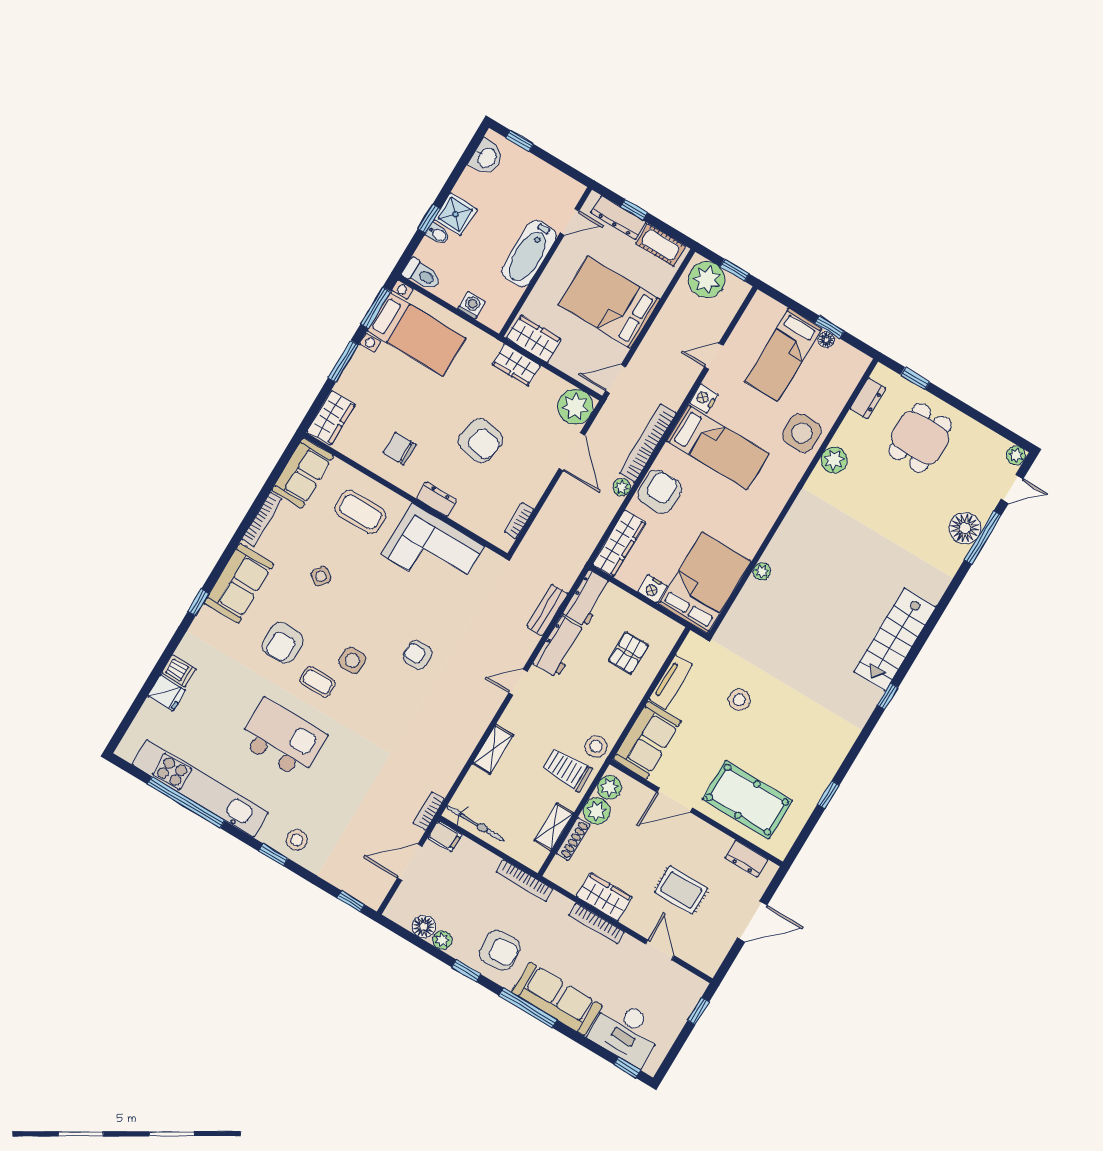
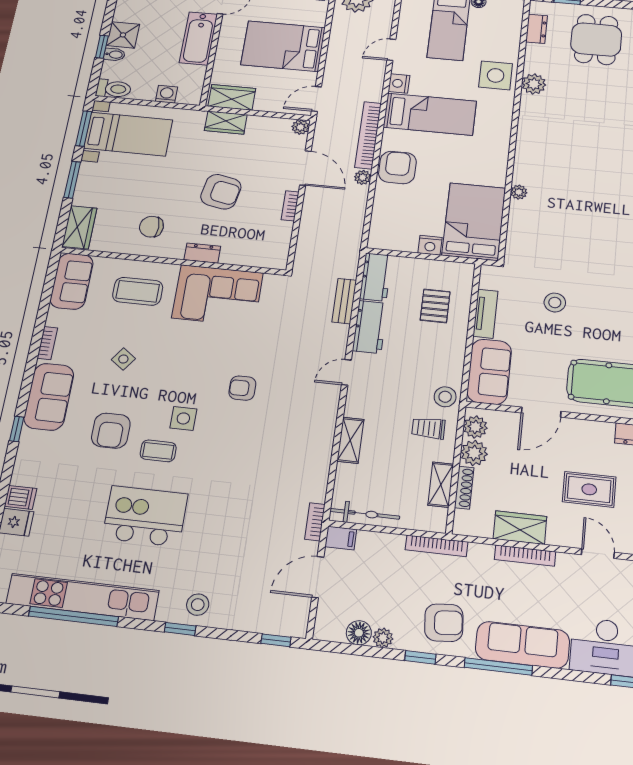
plant: (575, 407) -> (300, 127), width x0.53, depth x0.53
bookcase: (262, 519) -> (47, 343), width x0.64
bookcase: (519, 521) -> (290, 206), moved
wardrobe: (619, 543) -> (382, 222), removed
trolley: (567, 770) -> (428, 428), width x0.73, depth x0.72

